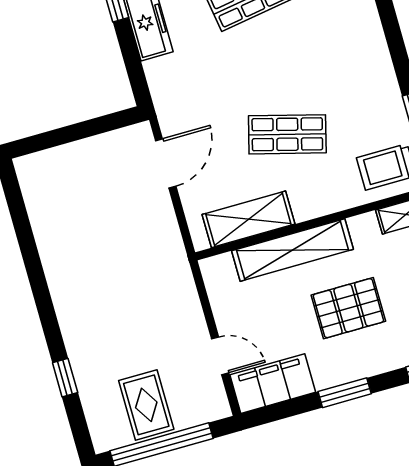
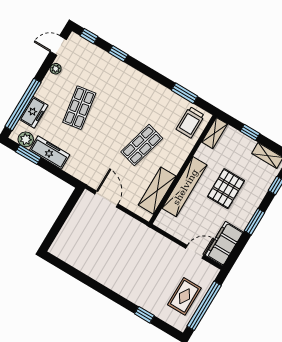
rug: (146, 405) -> (184, 296), turned 90

